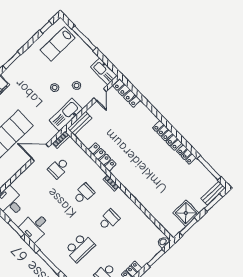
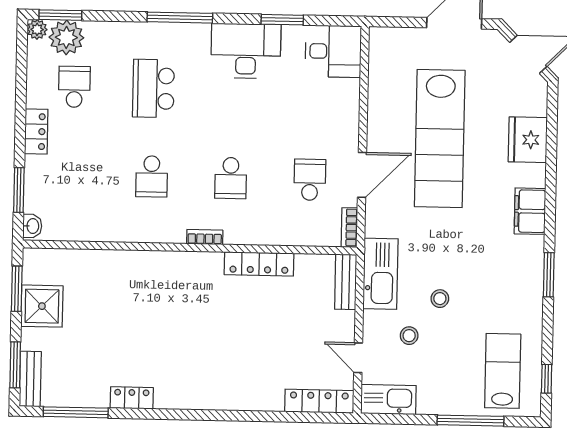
locker: (167, 135) -> (191, 398), removed
desk: (35, 227) -> (246, 51), width x1.37

